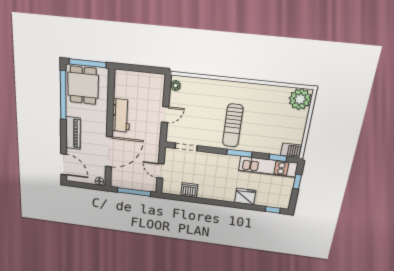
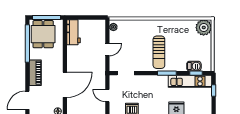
workbench: (121, 115) -> (74, 32), moved
barbecue: (291, 150) -> (194, 66), moved
door: (64, 164) -> (27, 100), swing flipped

